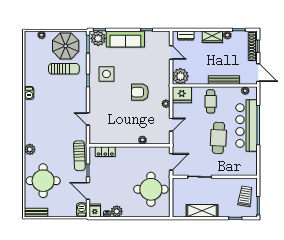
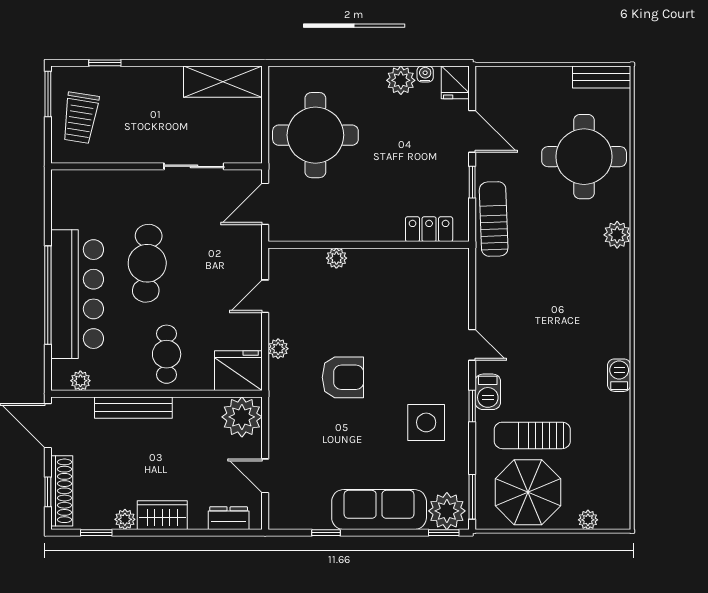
door: (88, 119) -> (472, 345), moved
barbecue: (82, 210) -> (488, 392), moved
shelving: (202, 211) -> (223, 82), moved

